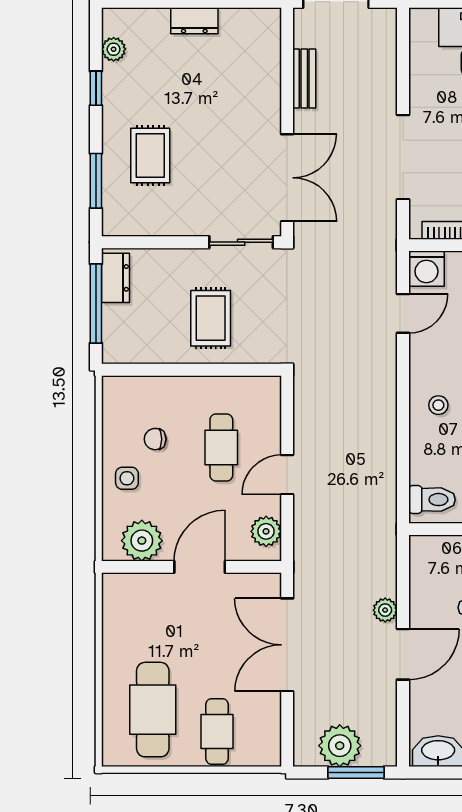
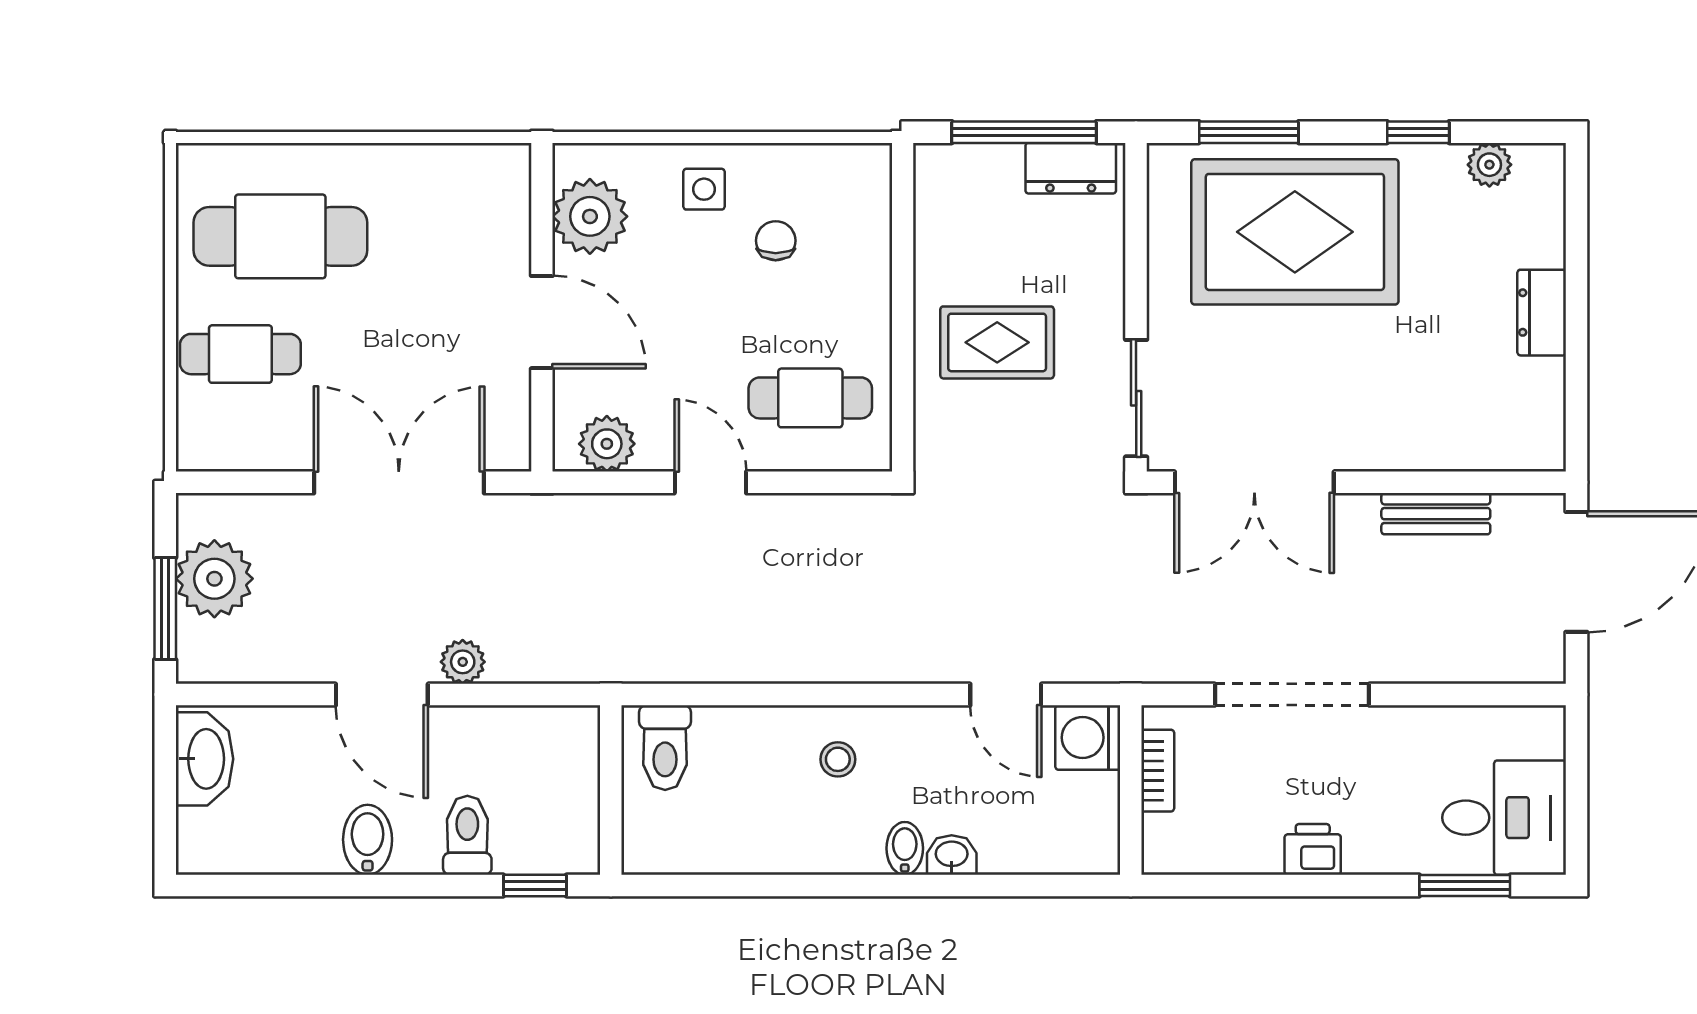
rug: (150, 155) -> (1295, 232), width x1.86, depth x2.06
cafe table: (221, 447) -> (810, 398), moved

